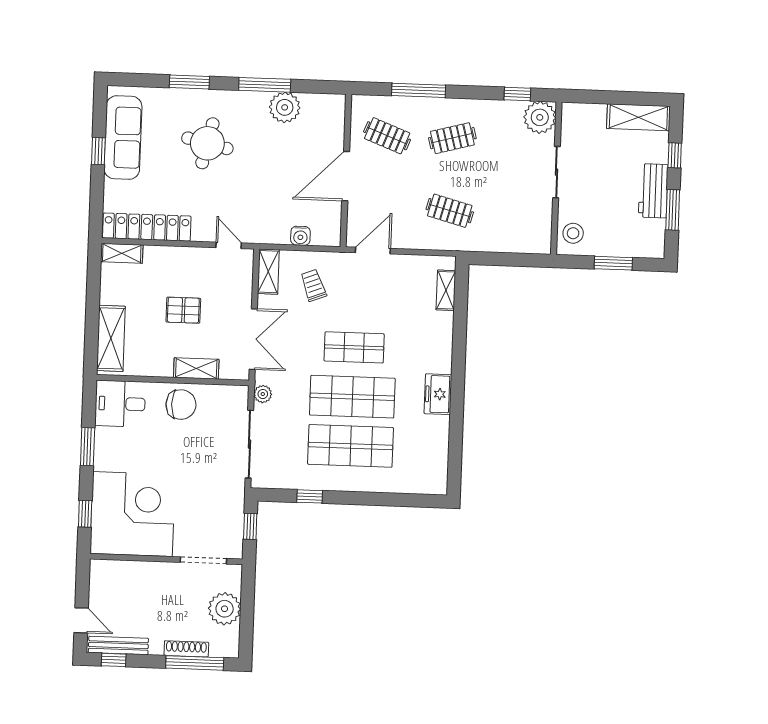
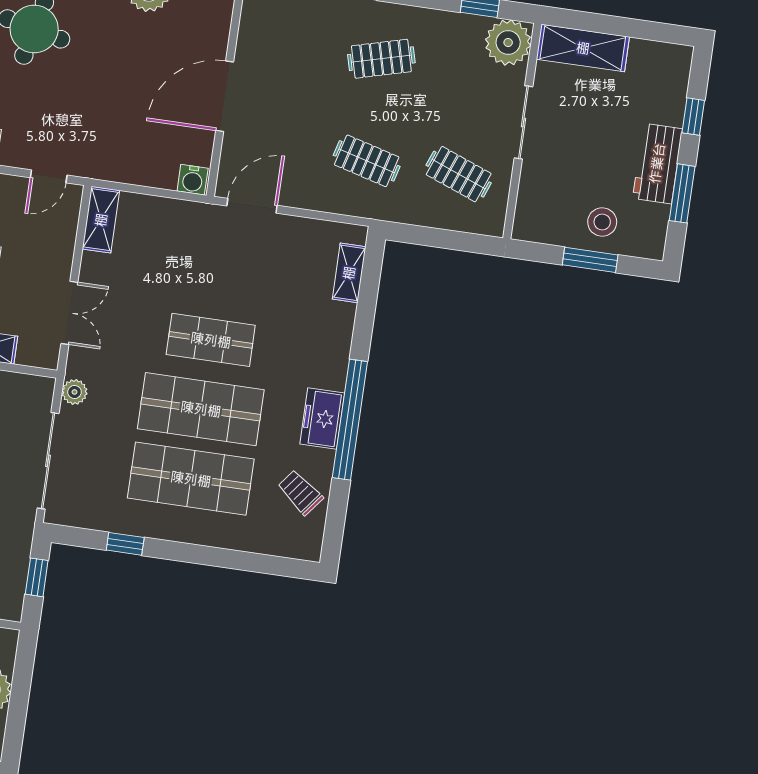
shelving: (638, 117) -> (583, 48), moved
clothes rail: (387, 136) -> (459, 174), moved
stool: (573, 233) -> (602, 222), moved
water cooler: (300, 236) -> (193, 180), moved
door: (229, 245) -> (49, 176), swing flipped
trolley: (313, 285) -> (300, 492), moved, turned -31
double door: (253, 339) -> (69, 313), width x0.73
window: (457, 393) -> (350, 420), added

